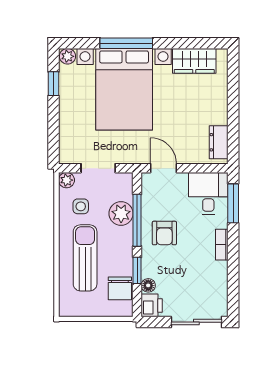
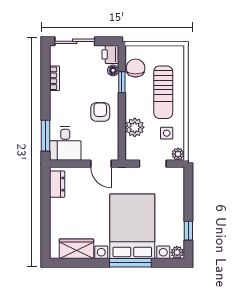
window: (137, 220) -> (122, 122), removed
bookcase: (222, 245) -> (55, 78), moved

